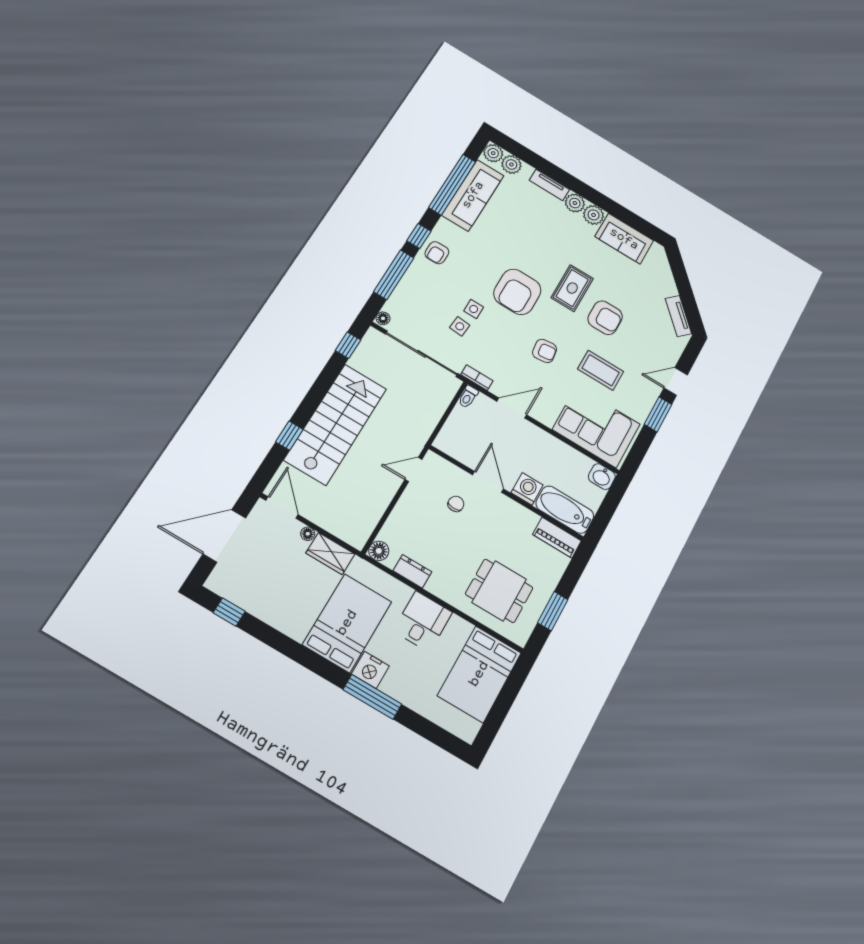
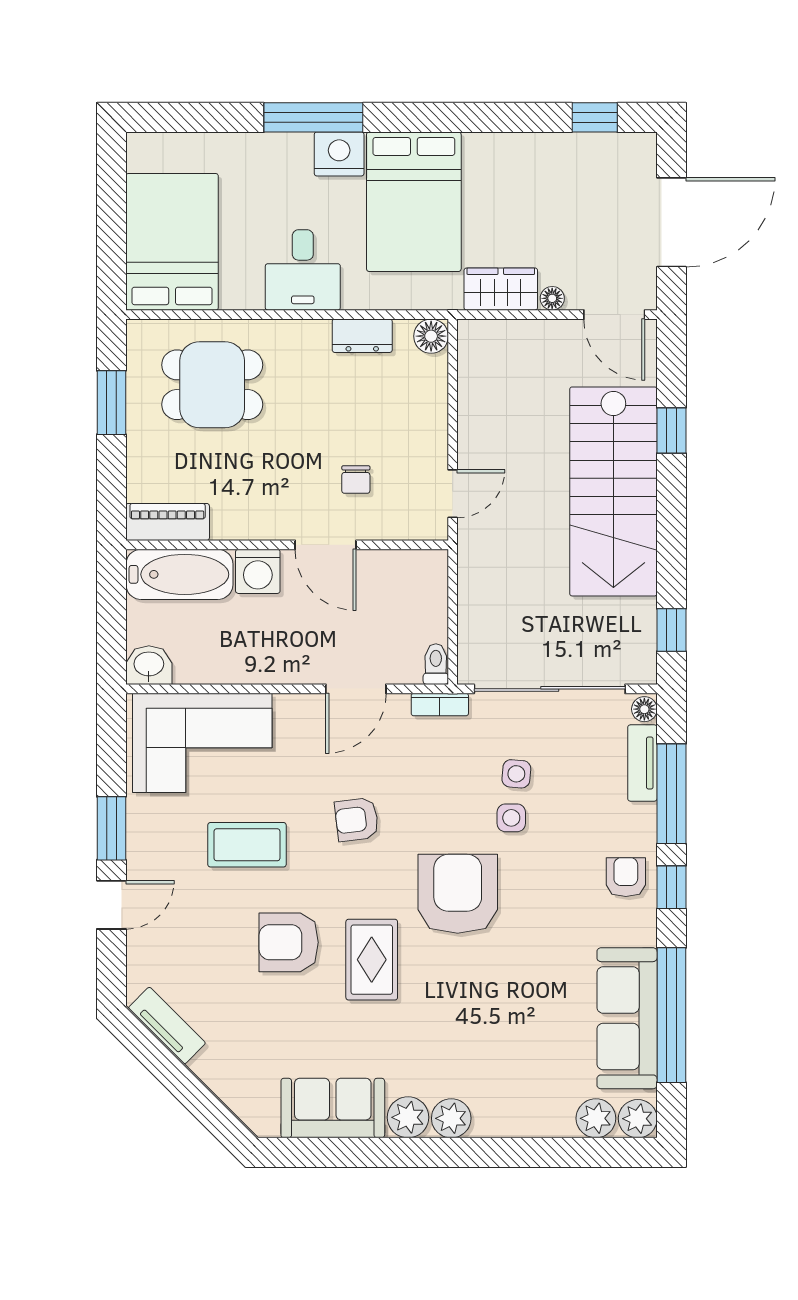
tv unit: (549, 185) -> (642, 763), moved, turned -90

